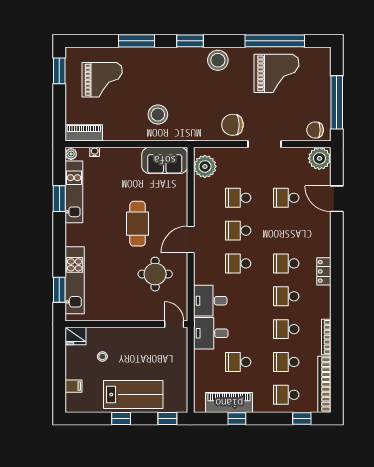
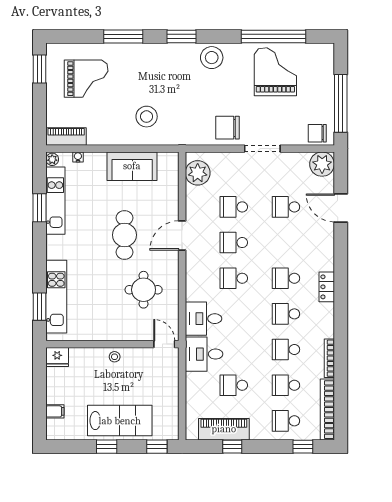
grand piano: (276, 73) -> (275, 72), turned -90
sofa: (165, 160) -> (132, 166), moved
door: (191, 239) -> (182, 235), moved
stool: (102, 357) -> (115, 357), moved

